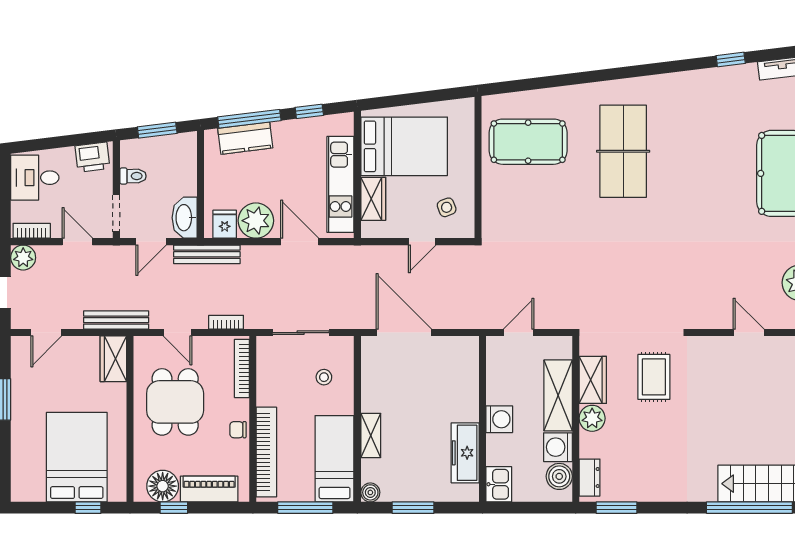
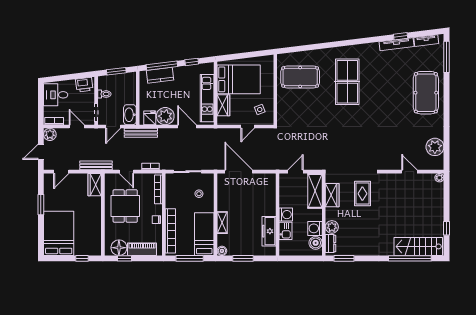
tv unit: (723, 76) -> (397, 44), added
shelving: (558, 395) -> (315, 191), moved
plant: (592, 418) -> (332, 227), moved
bed: (77, 457) -> (59, 233), moved
kitchen sink: (499, 484) -> (286, 231), moved

